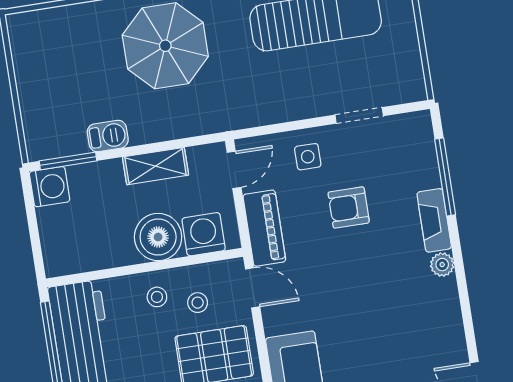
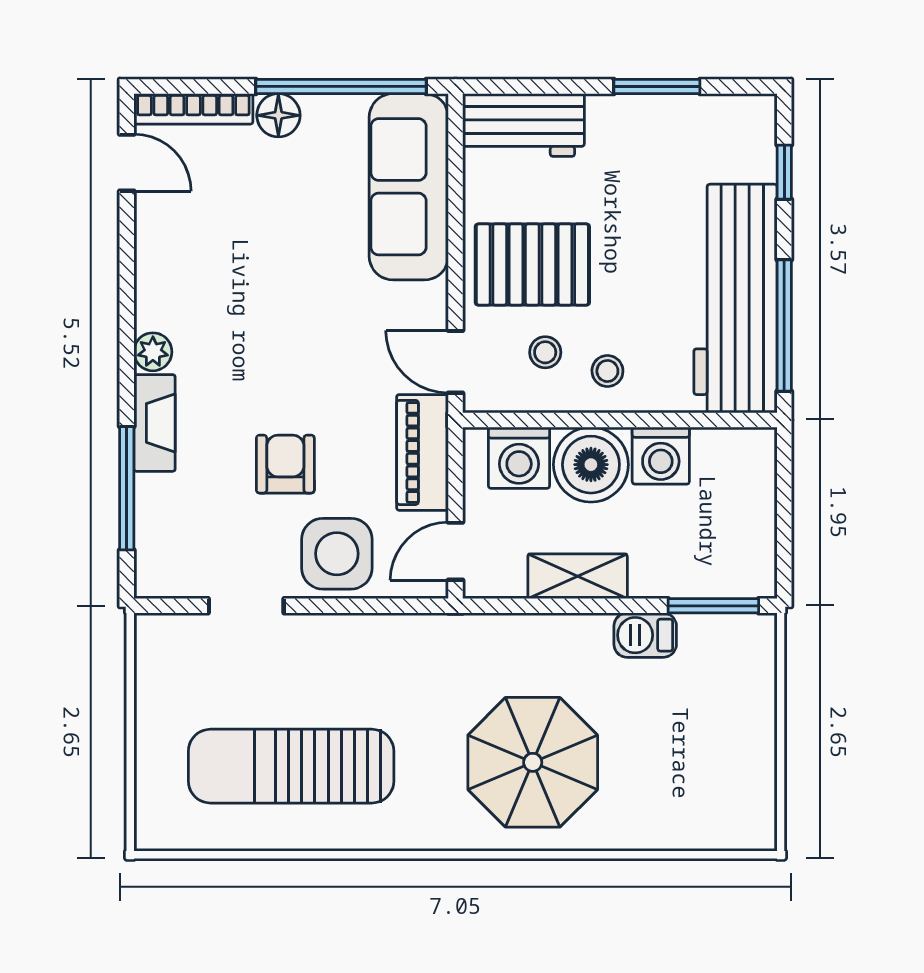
side table: (308, 157) -> (337, 554), width x1.87, depth x1.87
washing machine: (50, 187) -> (661, 456), moved, turned -90
armchair: (349, 207) -> (285, 464), turned -90

